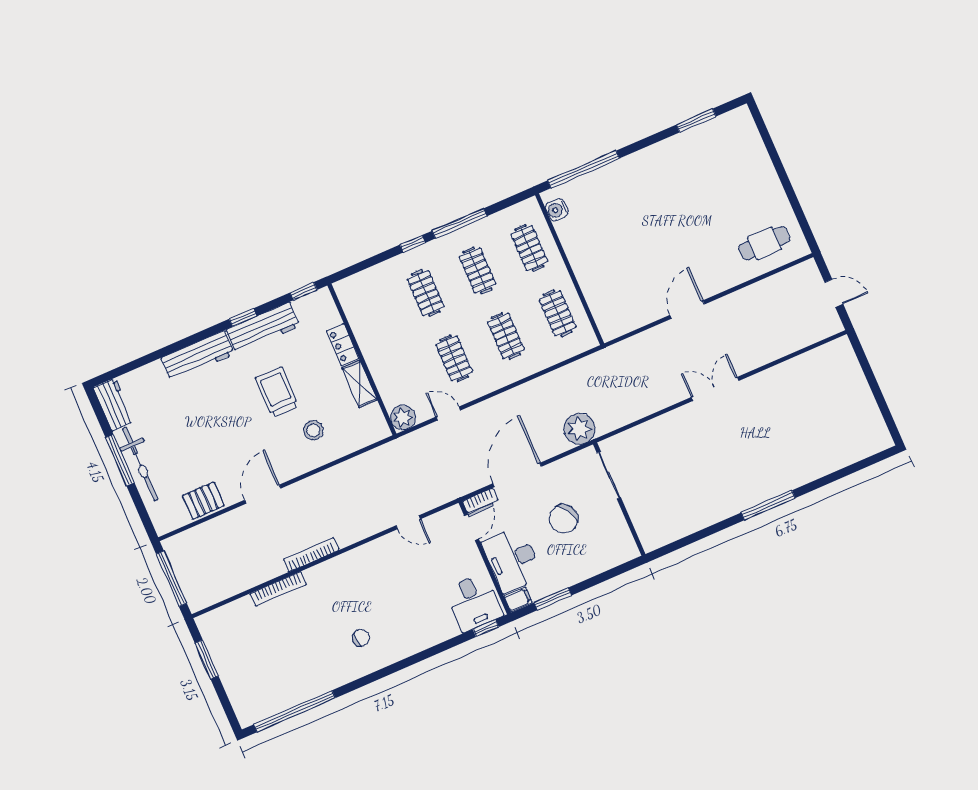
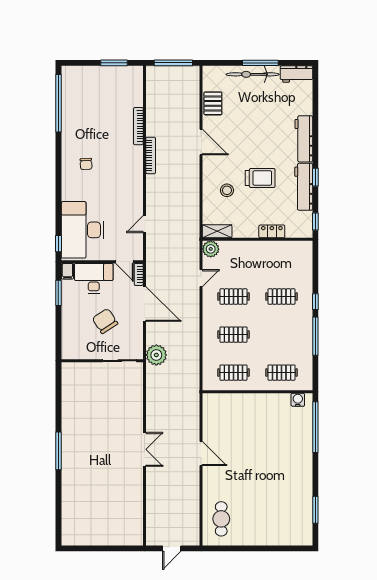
clothes rail: (477, 270) -> (282, 335), removed
shelving: (360, 384) -> (217, 231), moved
desk: (474, 602) -> (83, 230), width x1.87, depth x1.30

